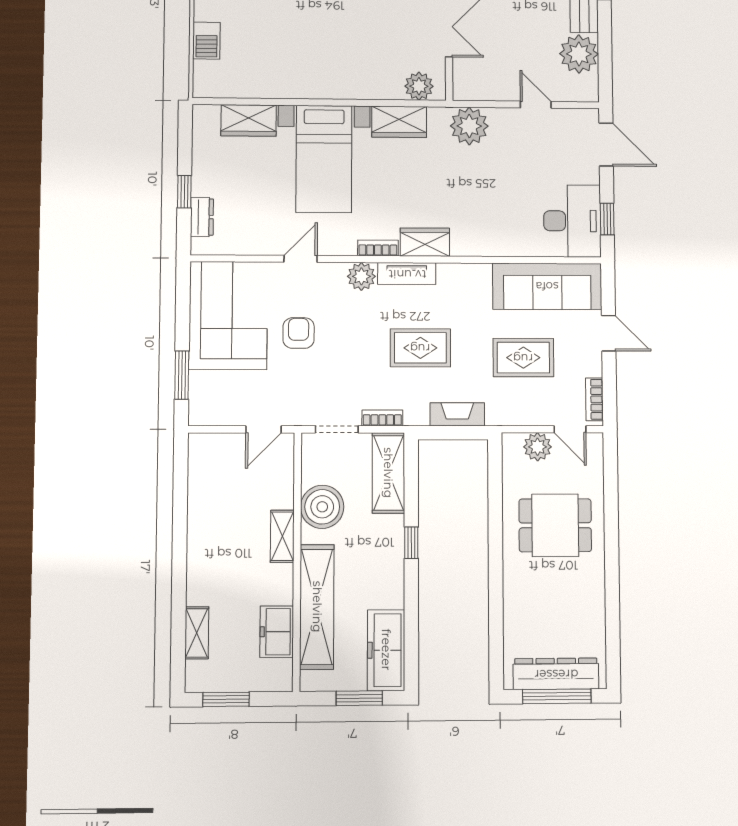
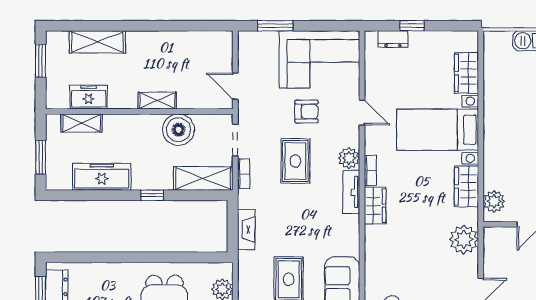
rug: (420, 348) -> (295, 161), moved
shelving: (317, 607) -> (82, 123), width x0.45, depth x0.75
shelving: (197, 633) -> (97, 42), width x1.50, depth x1.33
freezer: (386, 650) -> (102, 177), moved

